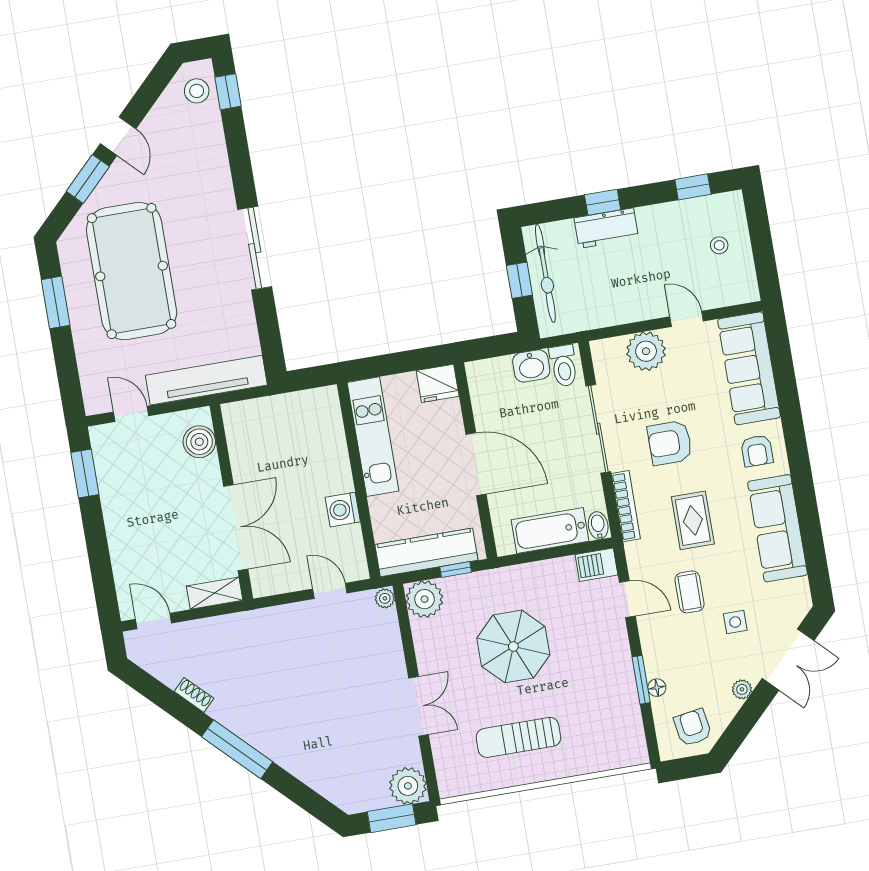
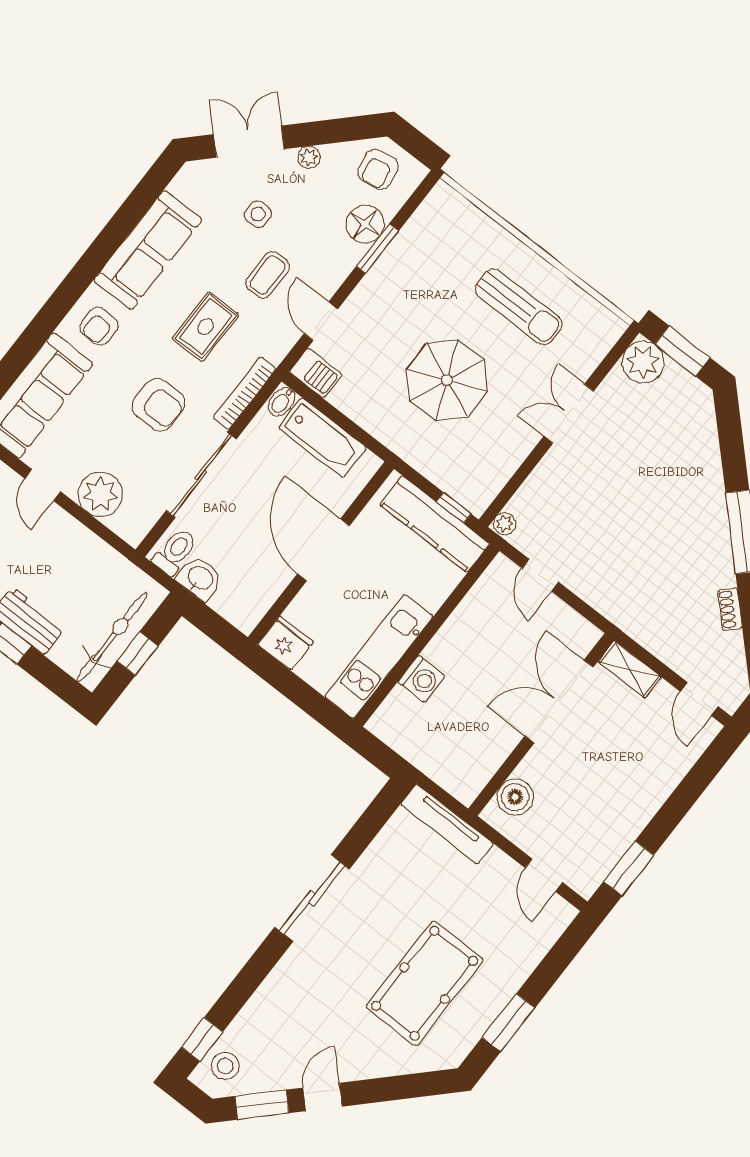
window: (88, 179) -> (262, 1105), moved
pool table: (132, 271) -> (425, 983), width x0.73, depth x0.76
tv unit: (206, 380) -> (447, 824), width x0.73, depth x0.78
armchair: (757, 451) -> (99, 326), turned 180
washing machine: (343, 510) -> (422, 679), moved
window: (456, 569) -> (454, 508), moved
plant: (425, 599) -> (475, 490), removed
floor lamp: (657, 688) -> (365, 224), width x1.89, depth x1.89

